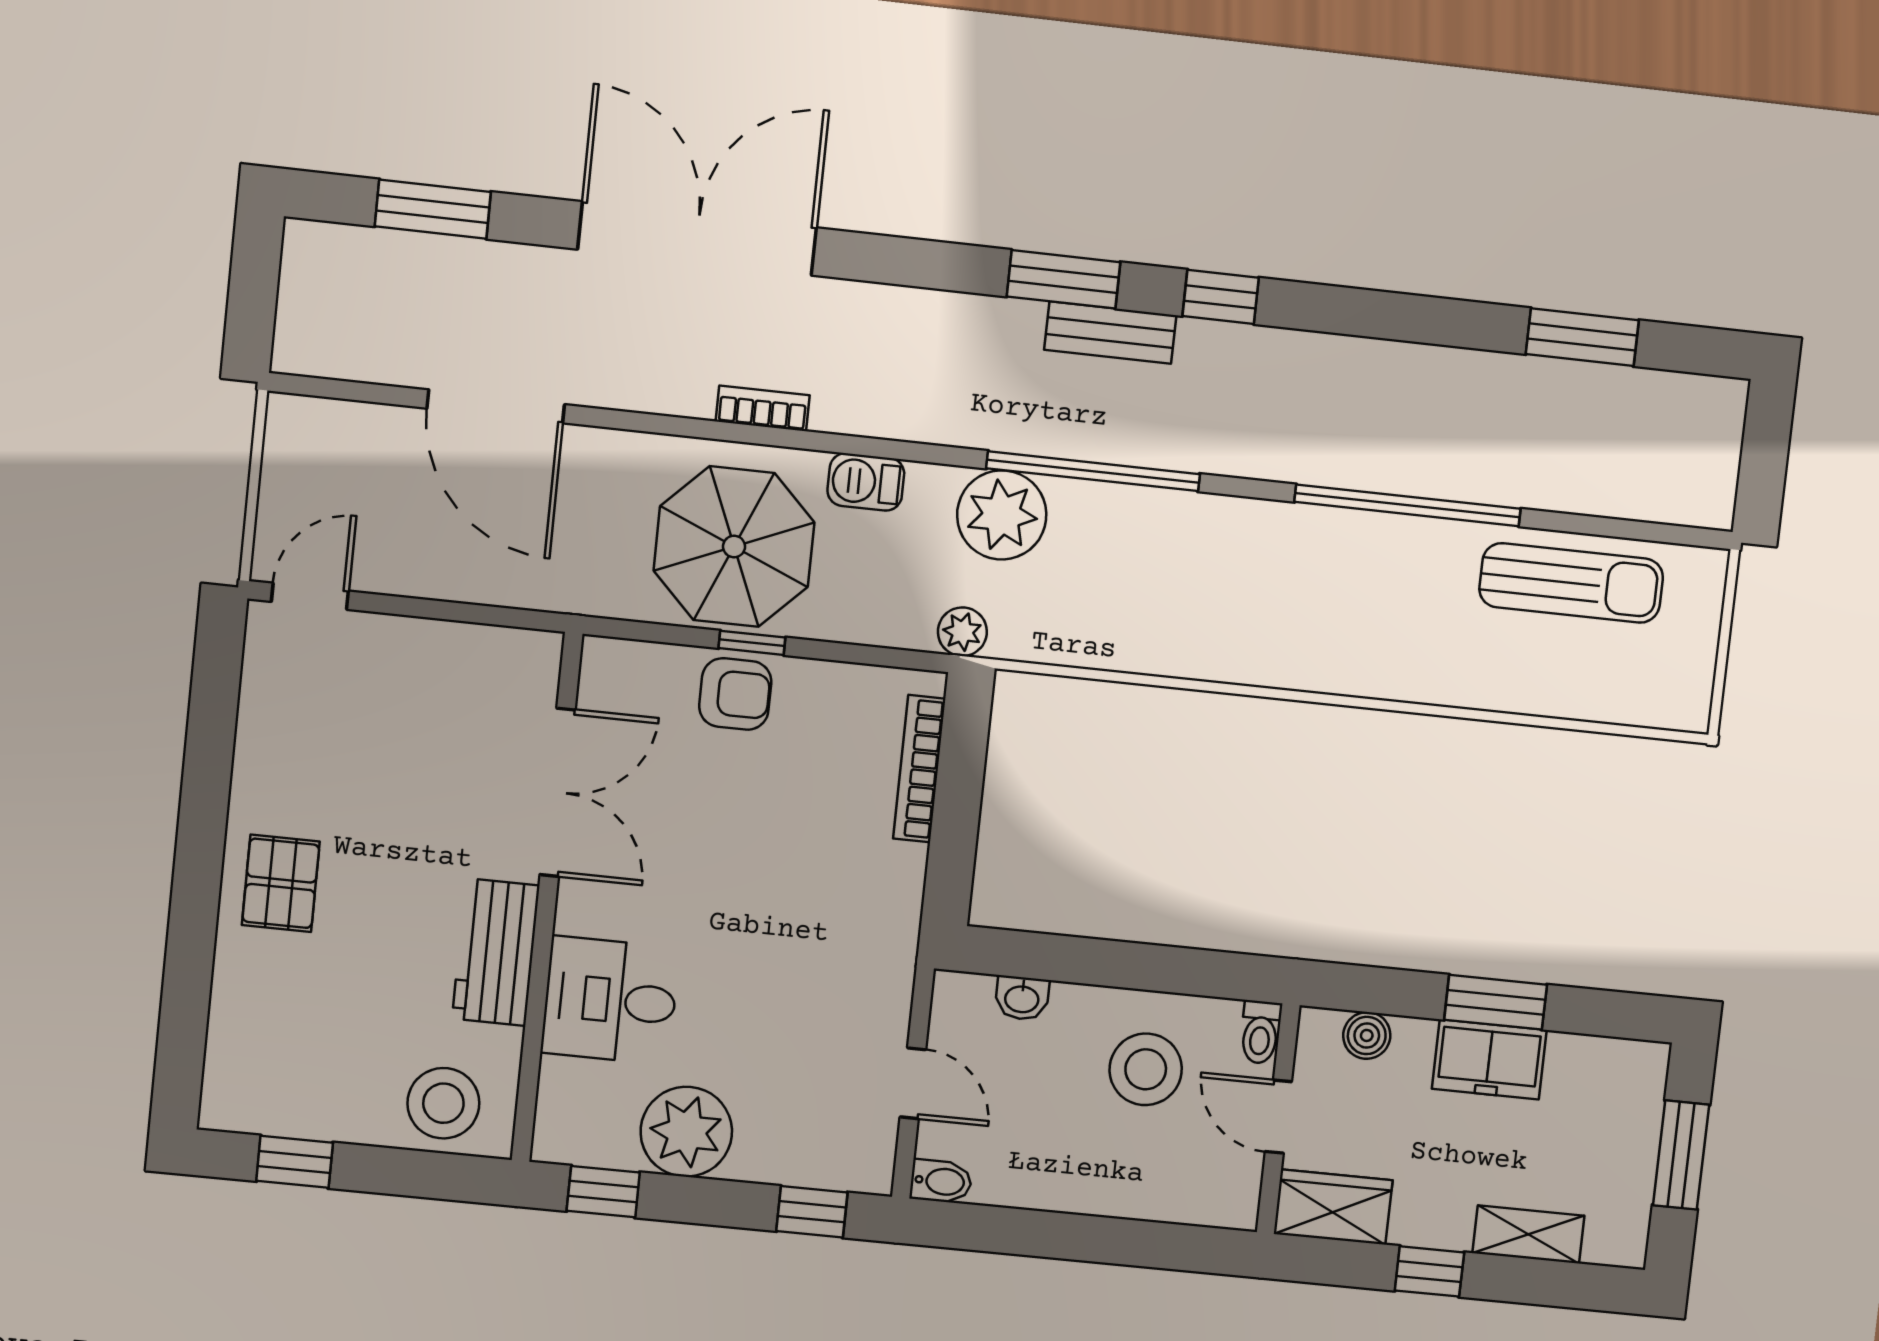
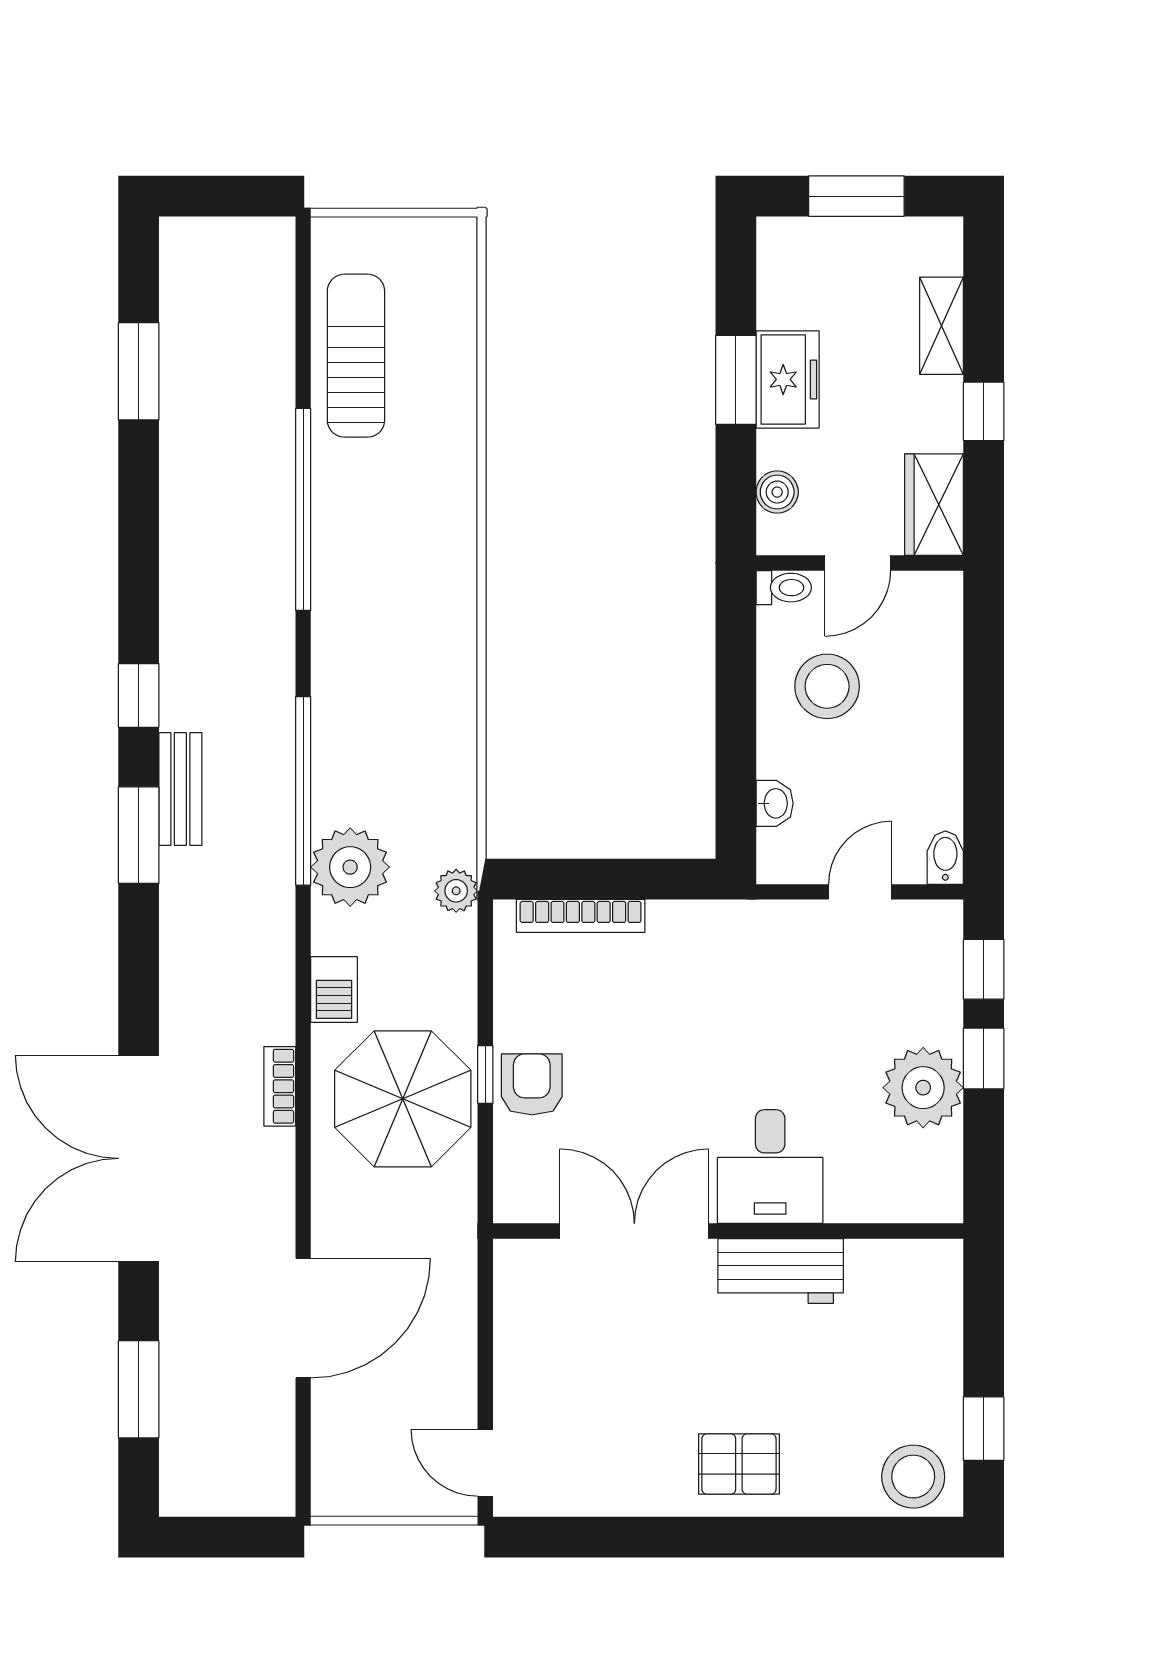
desk: (610, 1000) -> (770, 1167), moved
stool: (443, 1103) -> (913, 1477), moved
window: (603, 1192) -> (984, 1059), moved

